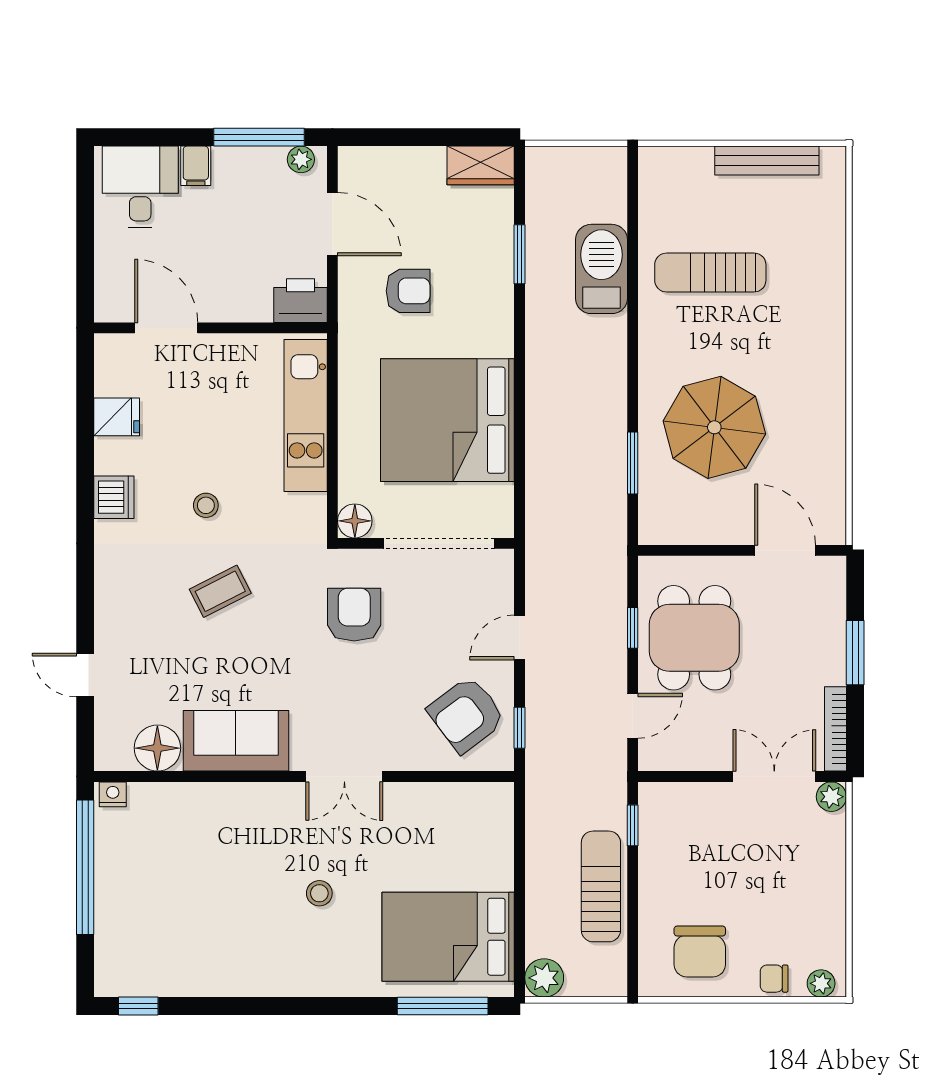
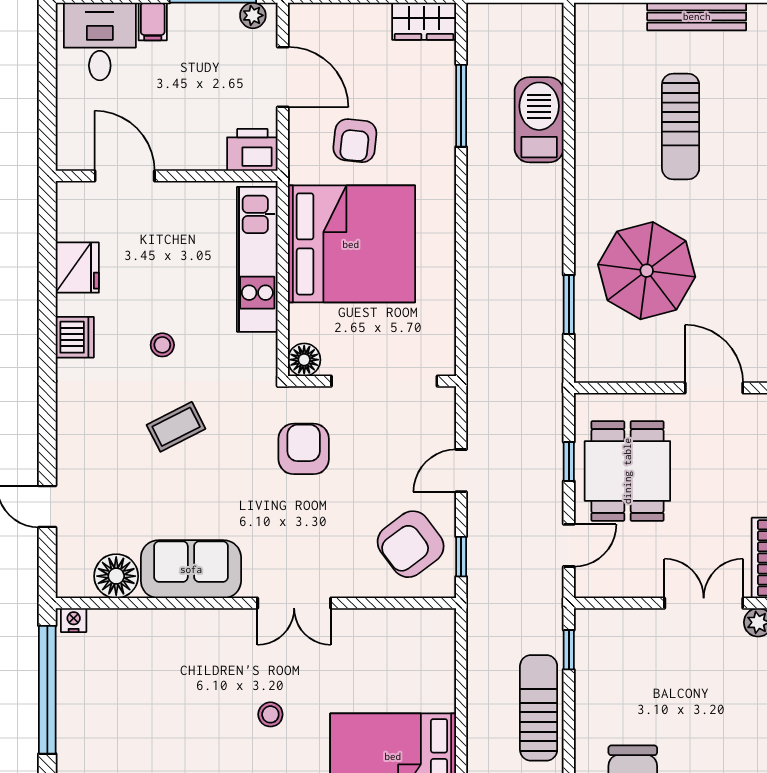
window: (520, 254) -> (461, 106), width x1.44
sun lounger: (710, 273) -> (681, 126), moved, turned -90
armchair: (408, 291) -> (355, 141), turned 96
fridge: (117, 417) -> (77, 268), width x1.38
bed: (447, 420) -> (351, 244), moved, turned 180

